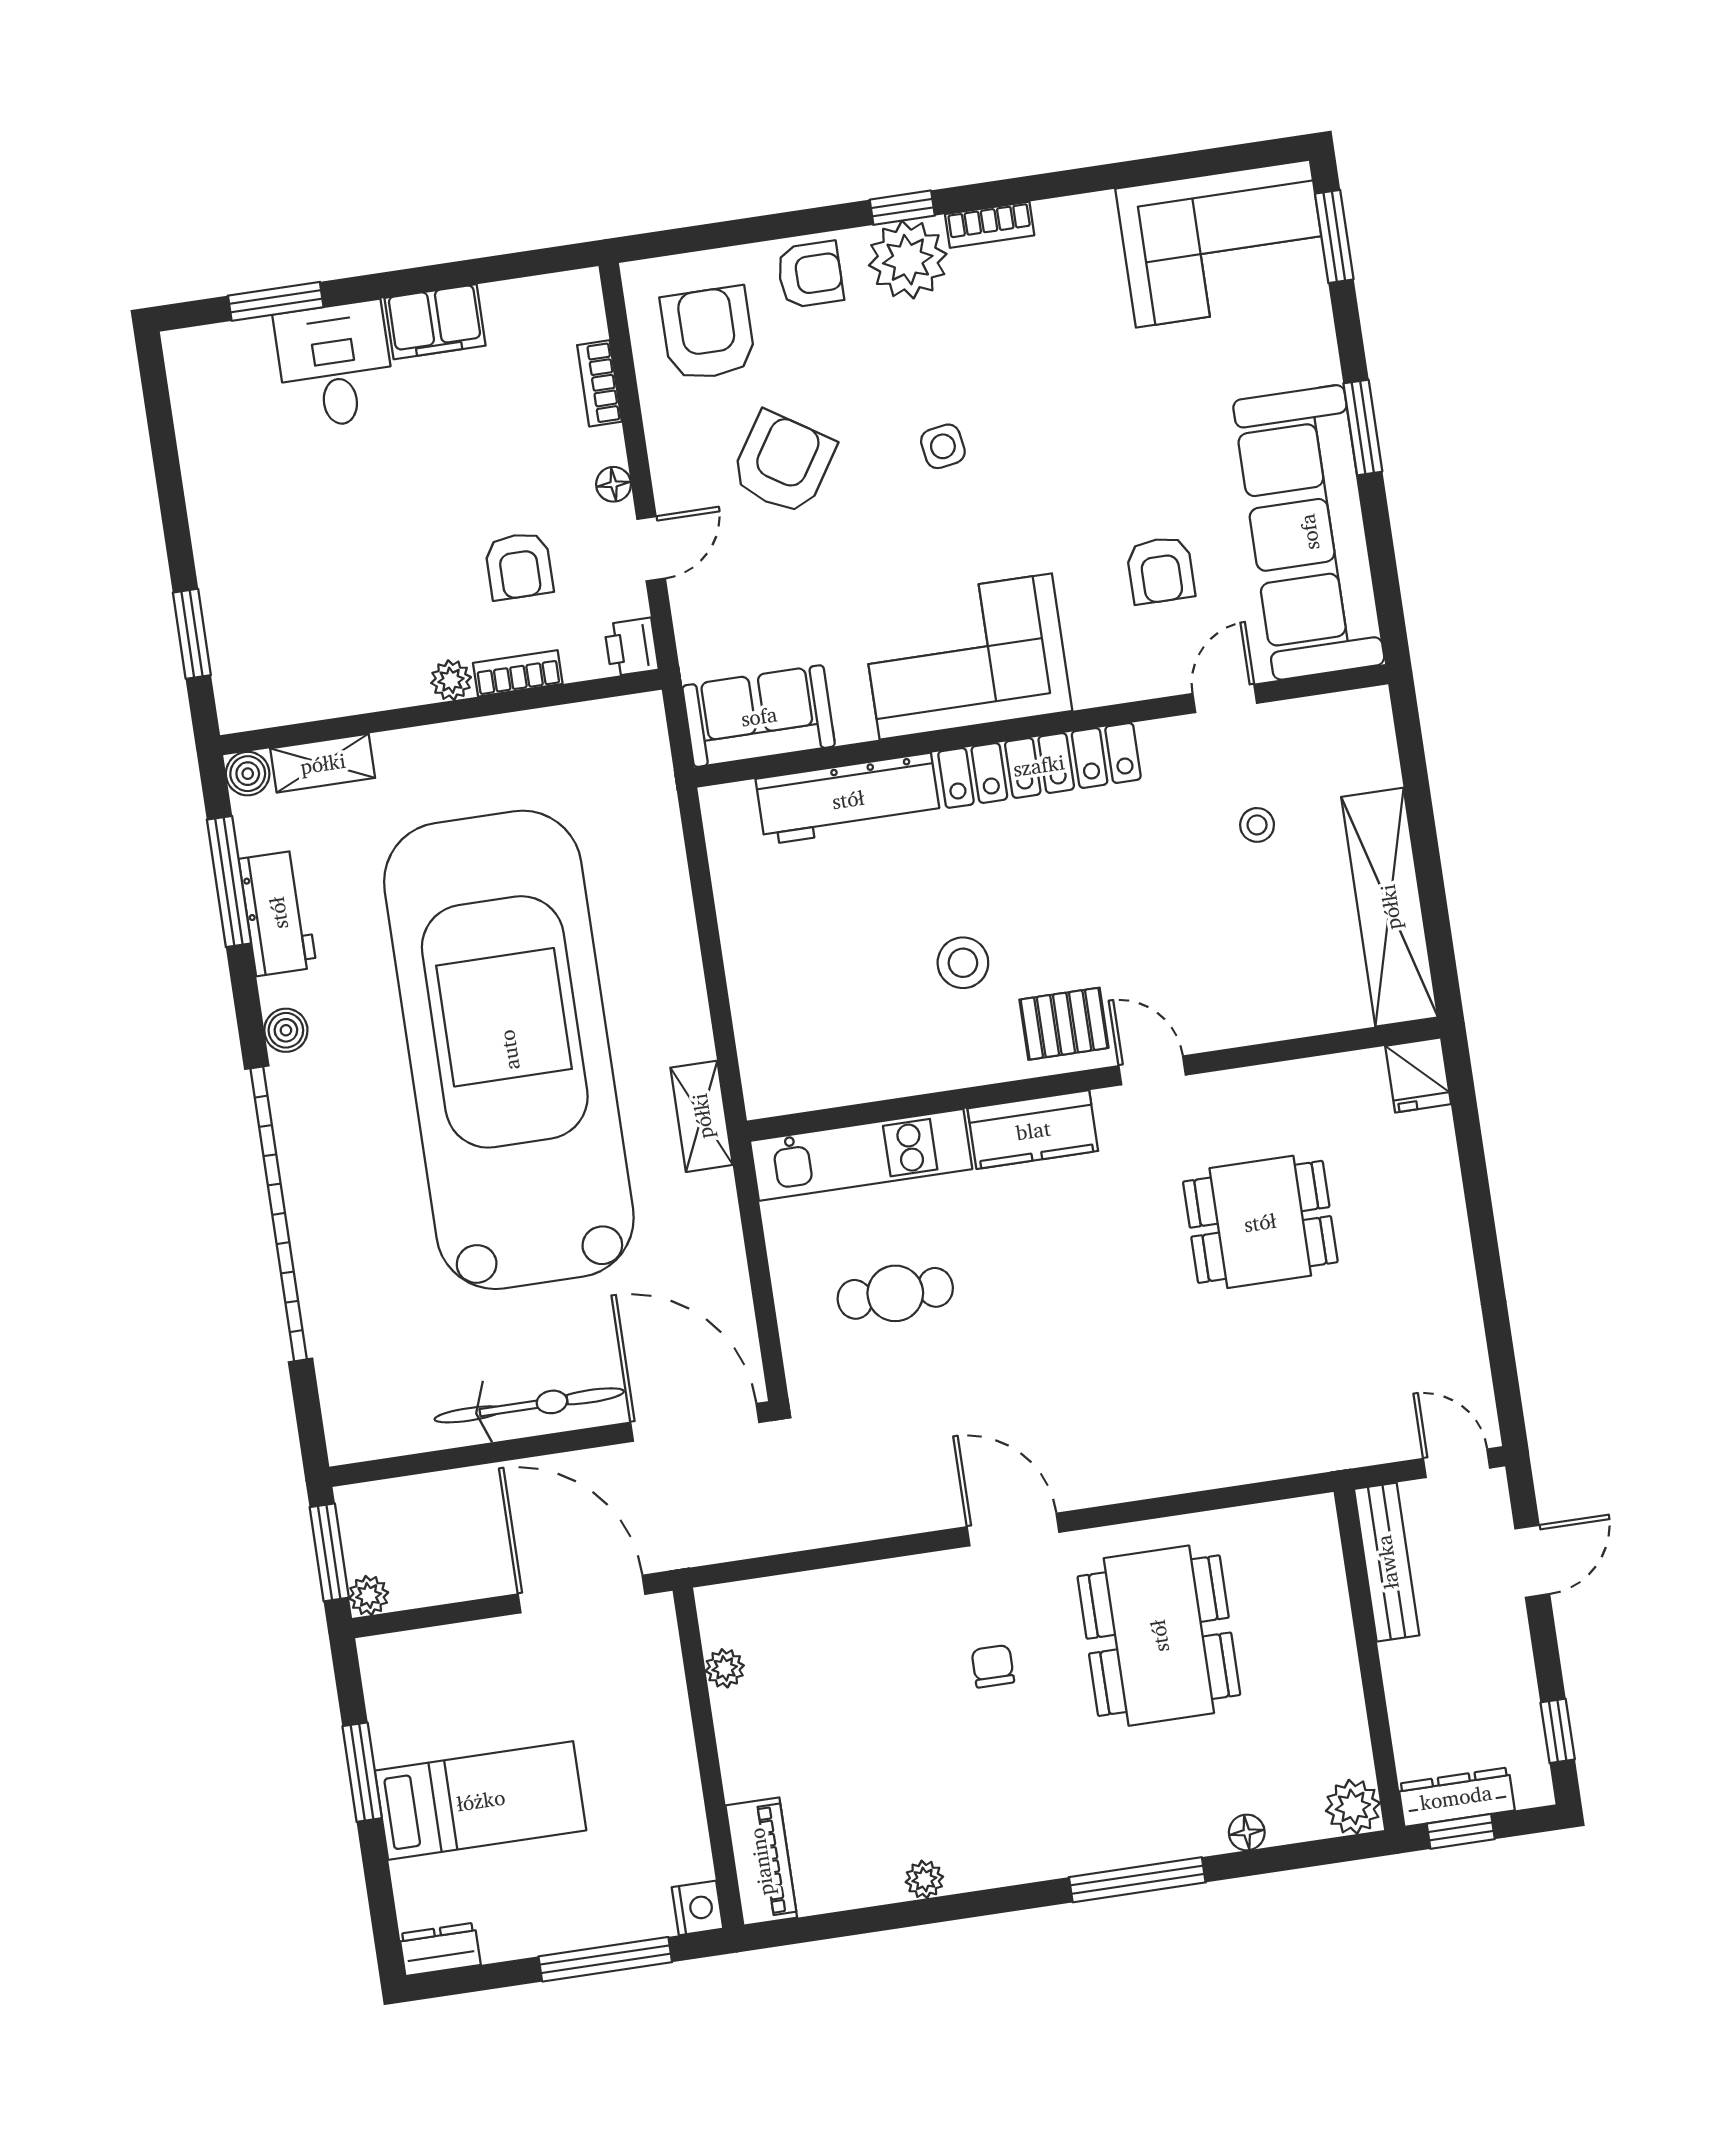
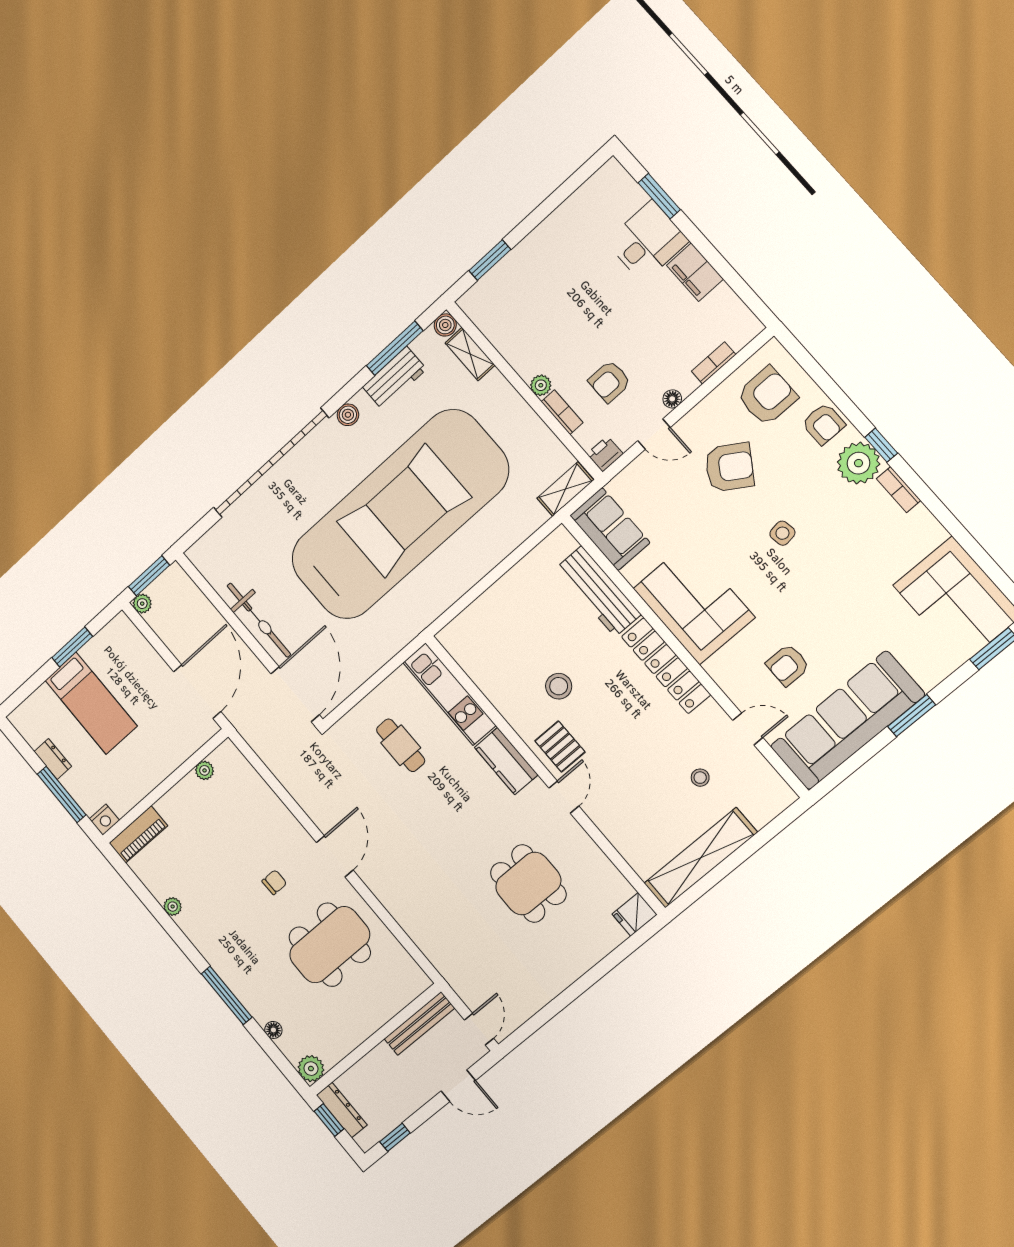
shelving: (702, 1116) -> (565, 489), moved
dresser: (440, 1949) -> (53, 759), moved

